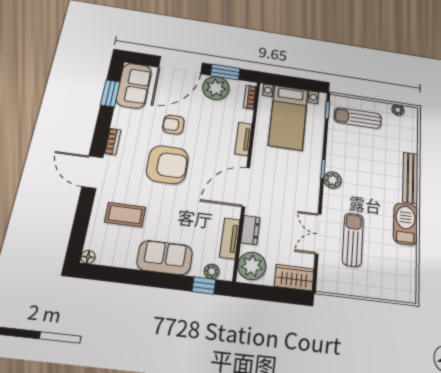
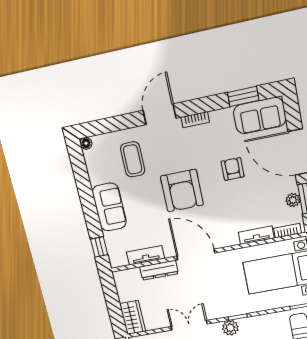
plant: (216, 88) -> (293, 200), width x0.53, depth x0.53
tv unit: (243, 139) -> (256, 235), moved
armchair: (167, 165) -> (182, 191), moved
dresser: (250, 230) -> (159, 270), width x1.44
double door: (318, 234) -> (189, 325), moved
plant: (252, 266) -> (129, 281), removed
plant: (212, 271) -> (113, 249), removed

